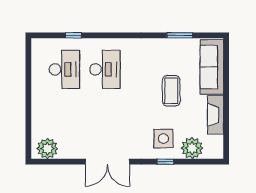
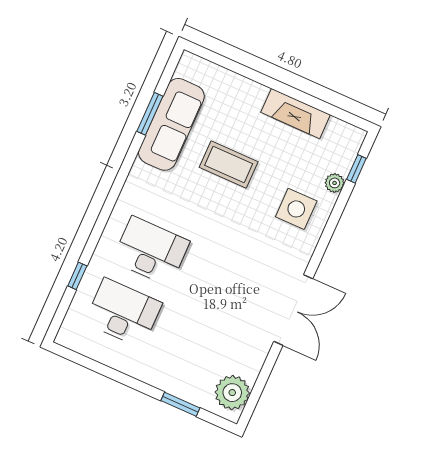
sofa: (212, 67) -> (171, 124), moved, turned -90
window: (28, 123) -> (180, 404), added
plant: (192, 148) -> (335, 183), width x0.53, depth x0.53
window: (165, 162) -> (356, 169), moved

